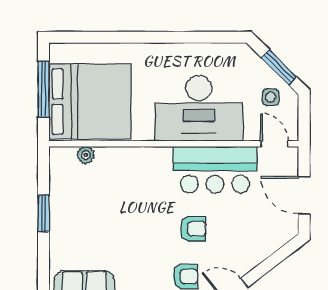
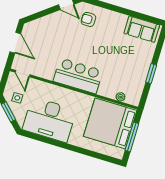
desk: (199, 108) -> (49, 120), moved, turned 180
bar counter: (215, 170) -> (78, 76), moved
armchair: (193, 229) -> (77, 43), removed

